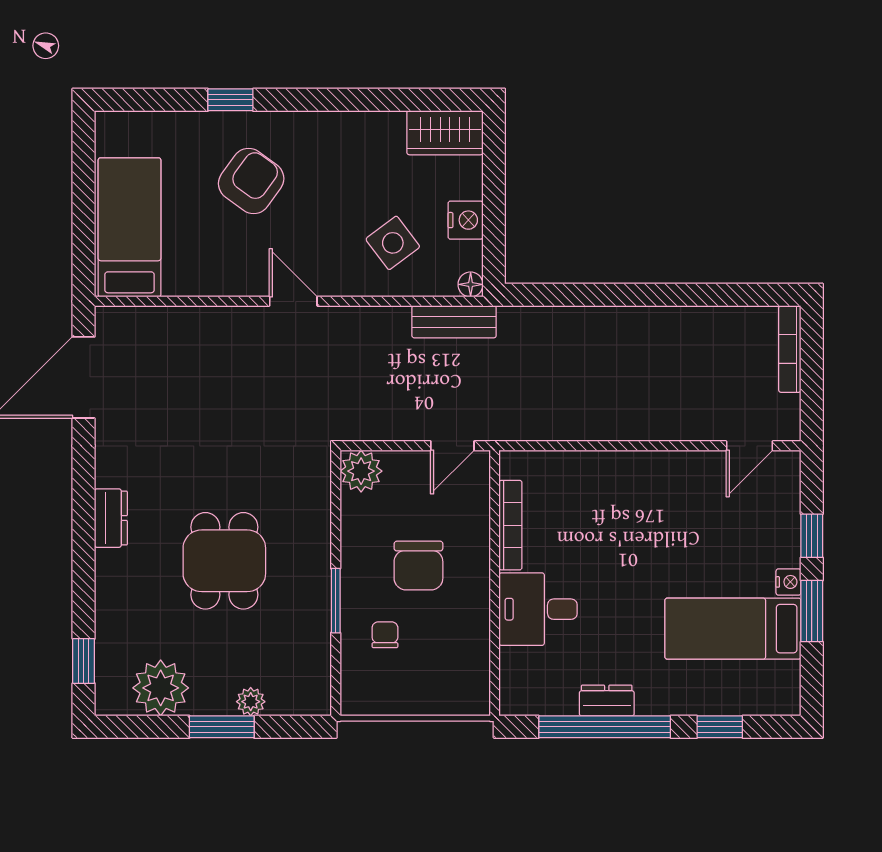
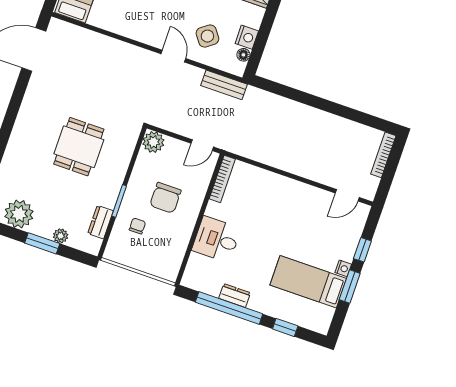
floor lamp: (471, 284) -> (243, 55), moved
door: (293, 301) -> (173, 56), moved
dresser: (111, 518) -> (100, 222), moved, turned 180
bookcase: (510, 525) -> (222, 179), moved
dining table: (224, 561) -> (79, 147), moved

